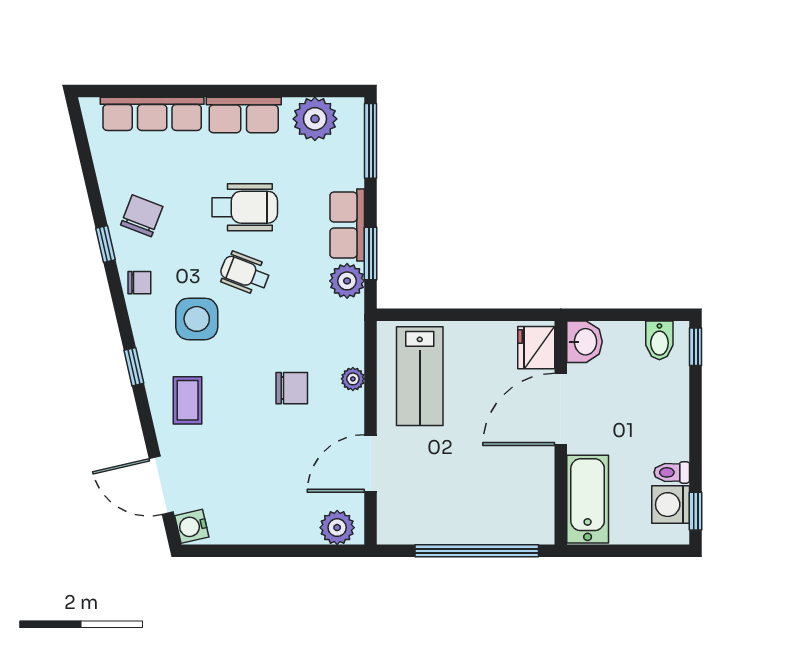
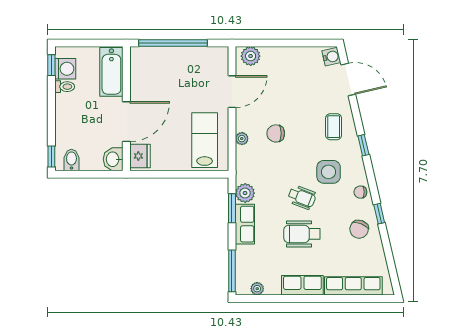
plant: (315, 119) -> (257, 289), width x0.53, depth x0.53

